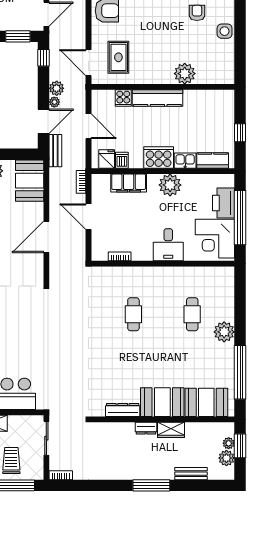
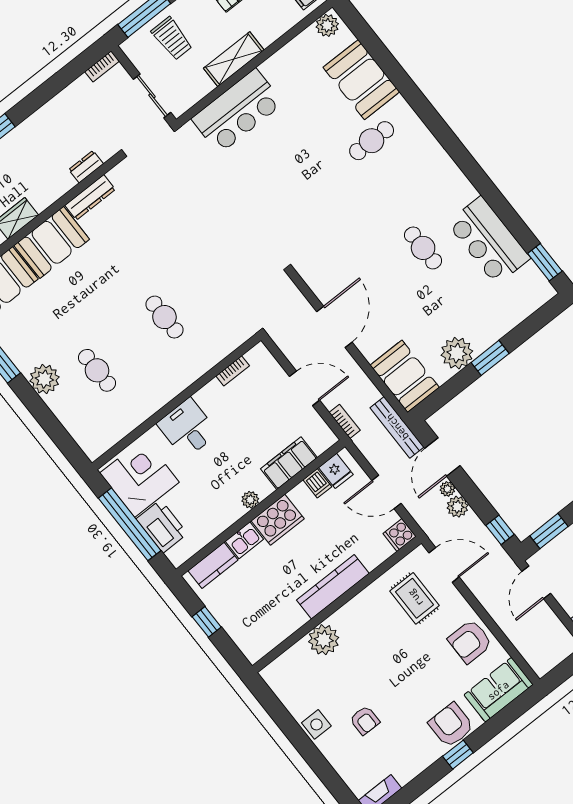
cooker: (123, 98) -> (400, 535), moved, turned -90
bench: (55, 151) -> (397, 427), width x1.36
plant: (170, 185) -> (250, 500), width x0.53, depth x0.53
dresser: (146, 428) -> (86, 167), moved

